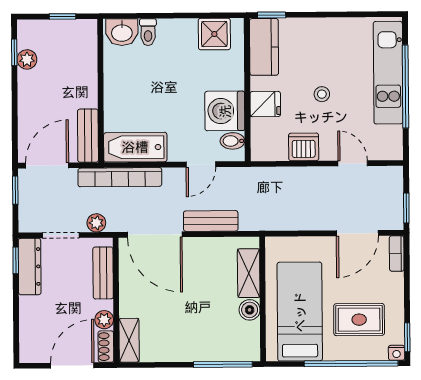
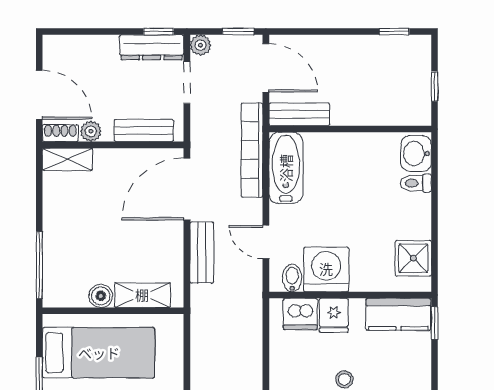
plant: (27, 59) -> (386, 46), removed
dishwasher: (304, 147) -> (300, 314), moved, turned 90
plant: (96, 223) -> (200, 45), moved

